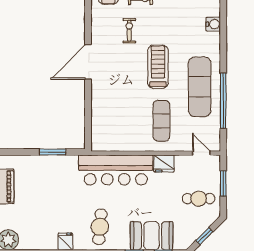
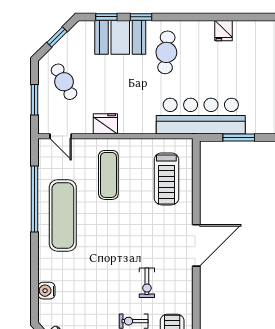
treadmill: (158, 67) -> (166, 179), moved
bar counter: (116, 170) -> (201, 116), moved
cafe table: (199, 199) -> (64, 82), turned 62
cafe table: (100, 227) -> (166, 52), moved

